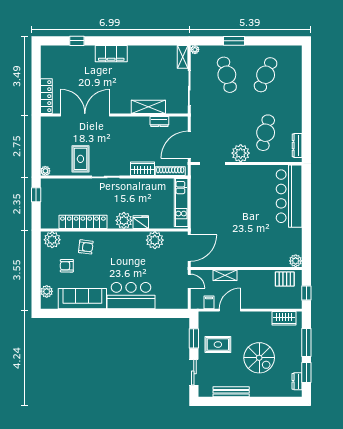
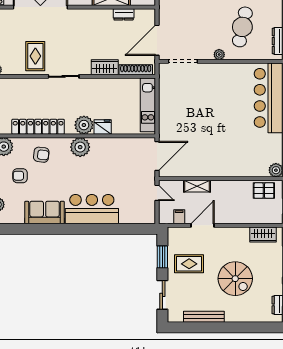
plant: (241, 153) -> (219, 55), width x0.53, depth x0.53
plant: (155, 240) -> (80, 147), moved
sofa: (82, 299) -> (45, 212), width x0.73

